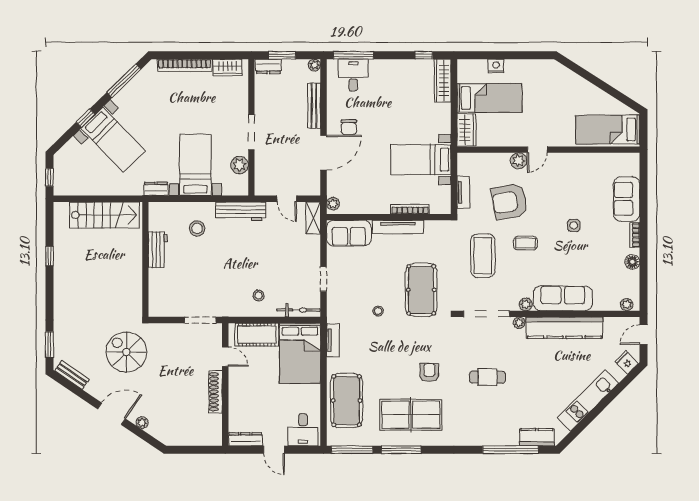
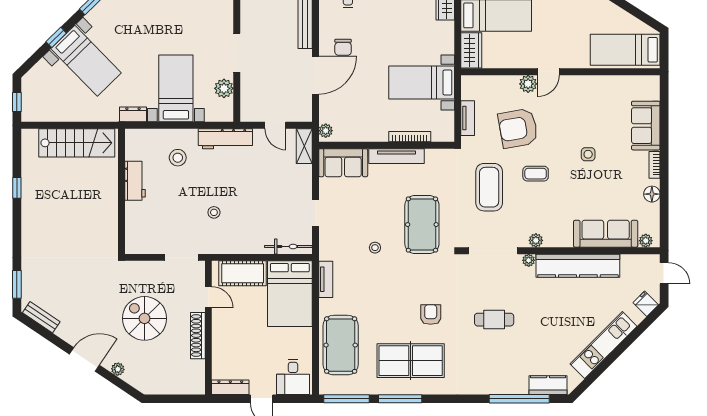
stool: (259, 296) -> (214, 212), moved
sofa: (563, 298) -> (606, 234), moved
door: (644, 335) -> (664, 273), swing flipped
spiral stairs: (126, 352) -> (144, 318), moved

